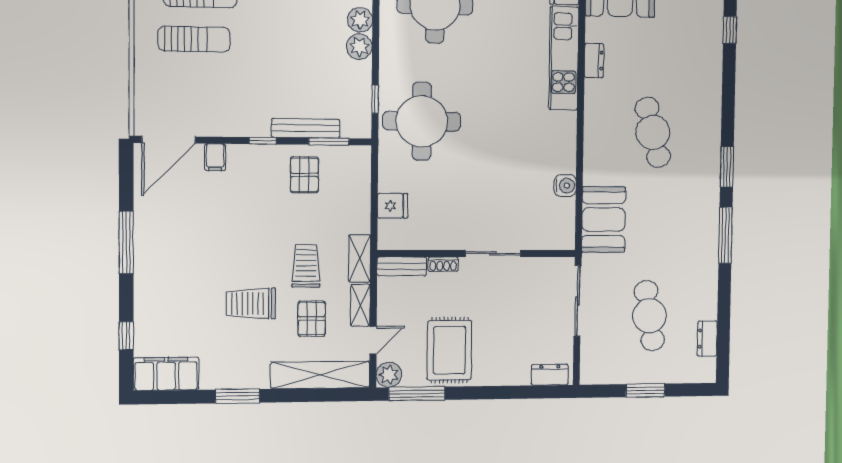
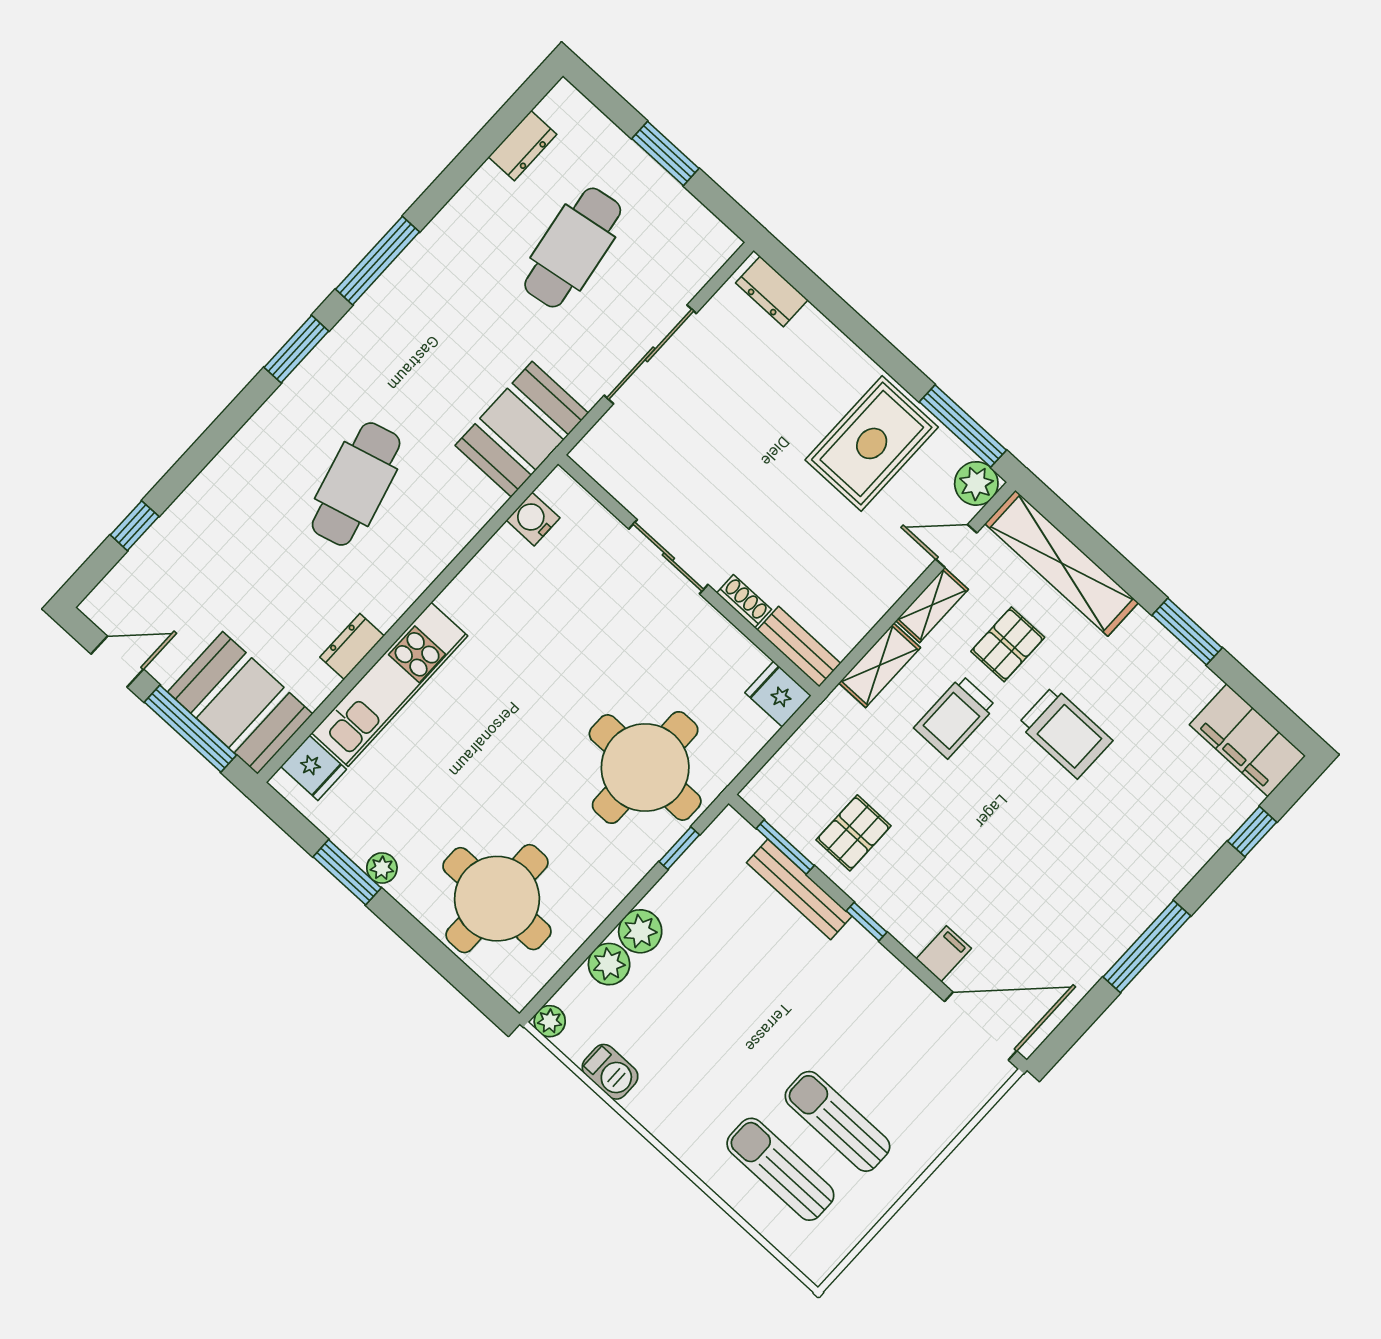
wall: (477, 253) -> (689, 575), moved
sliding door: (493, 253) -> (668, 557), moved
shoe rack: (443, 264) -> (744, 601), moved
bench: (402, 266) -> (799, 647), moved

